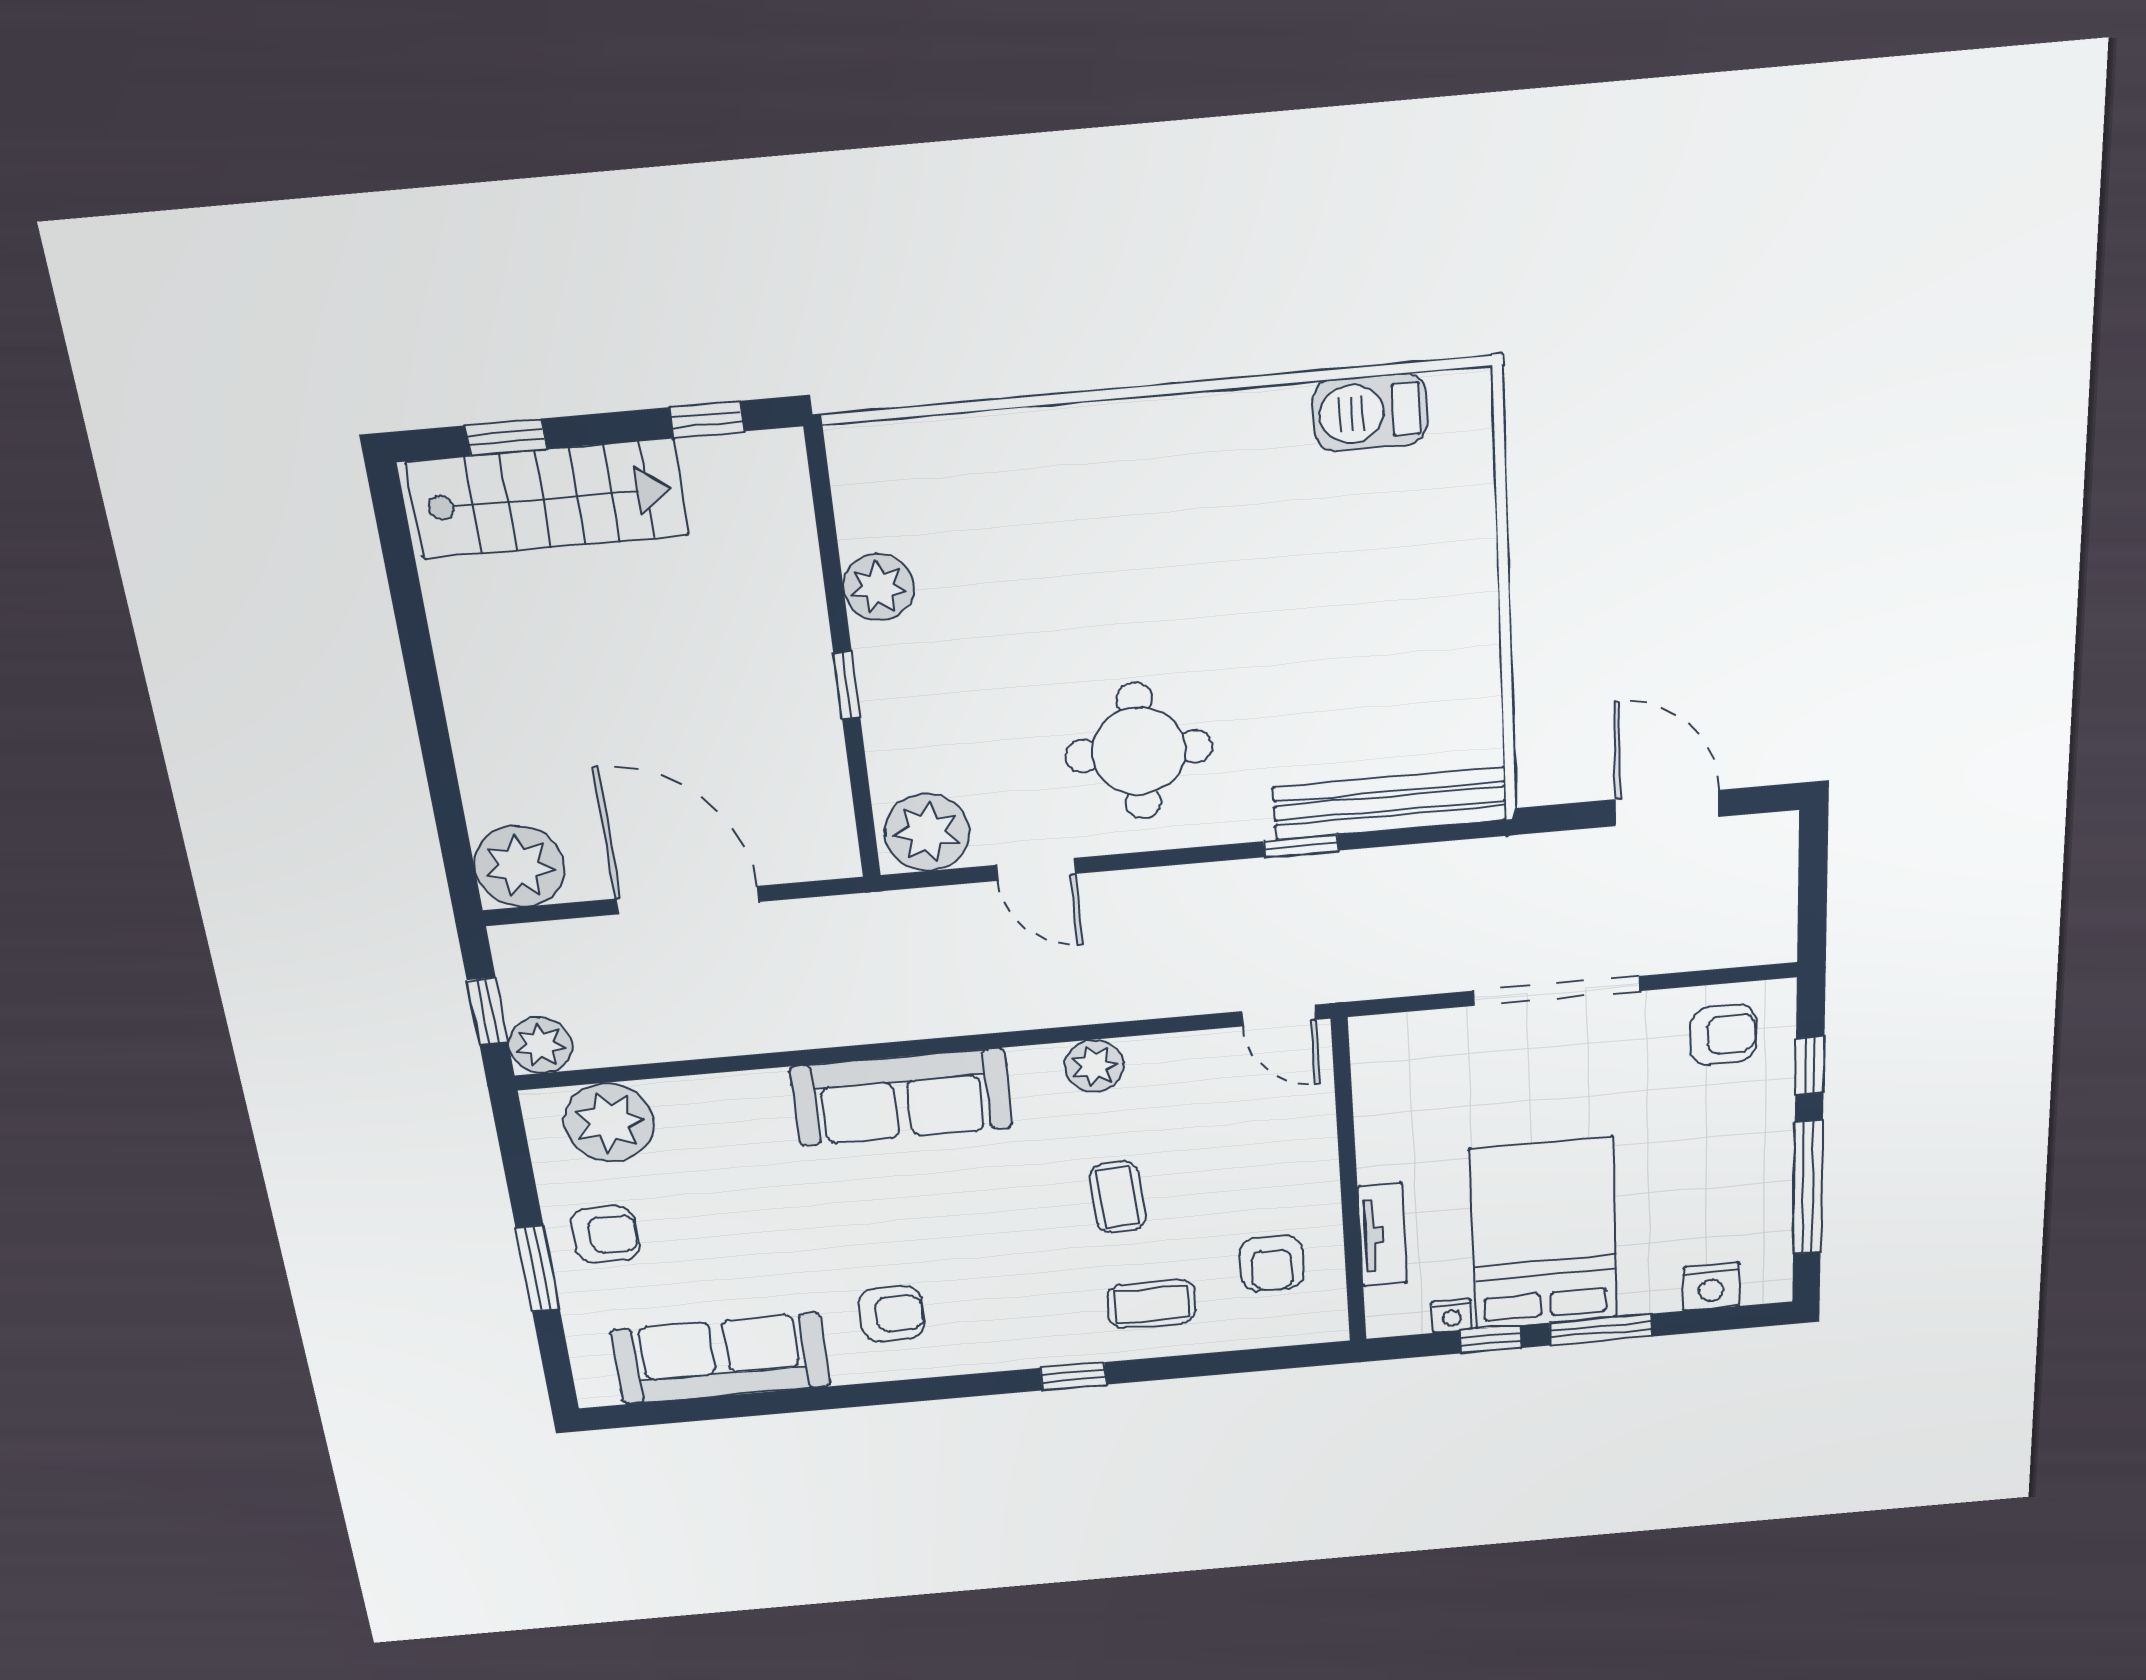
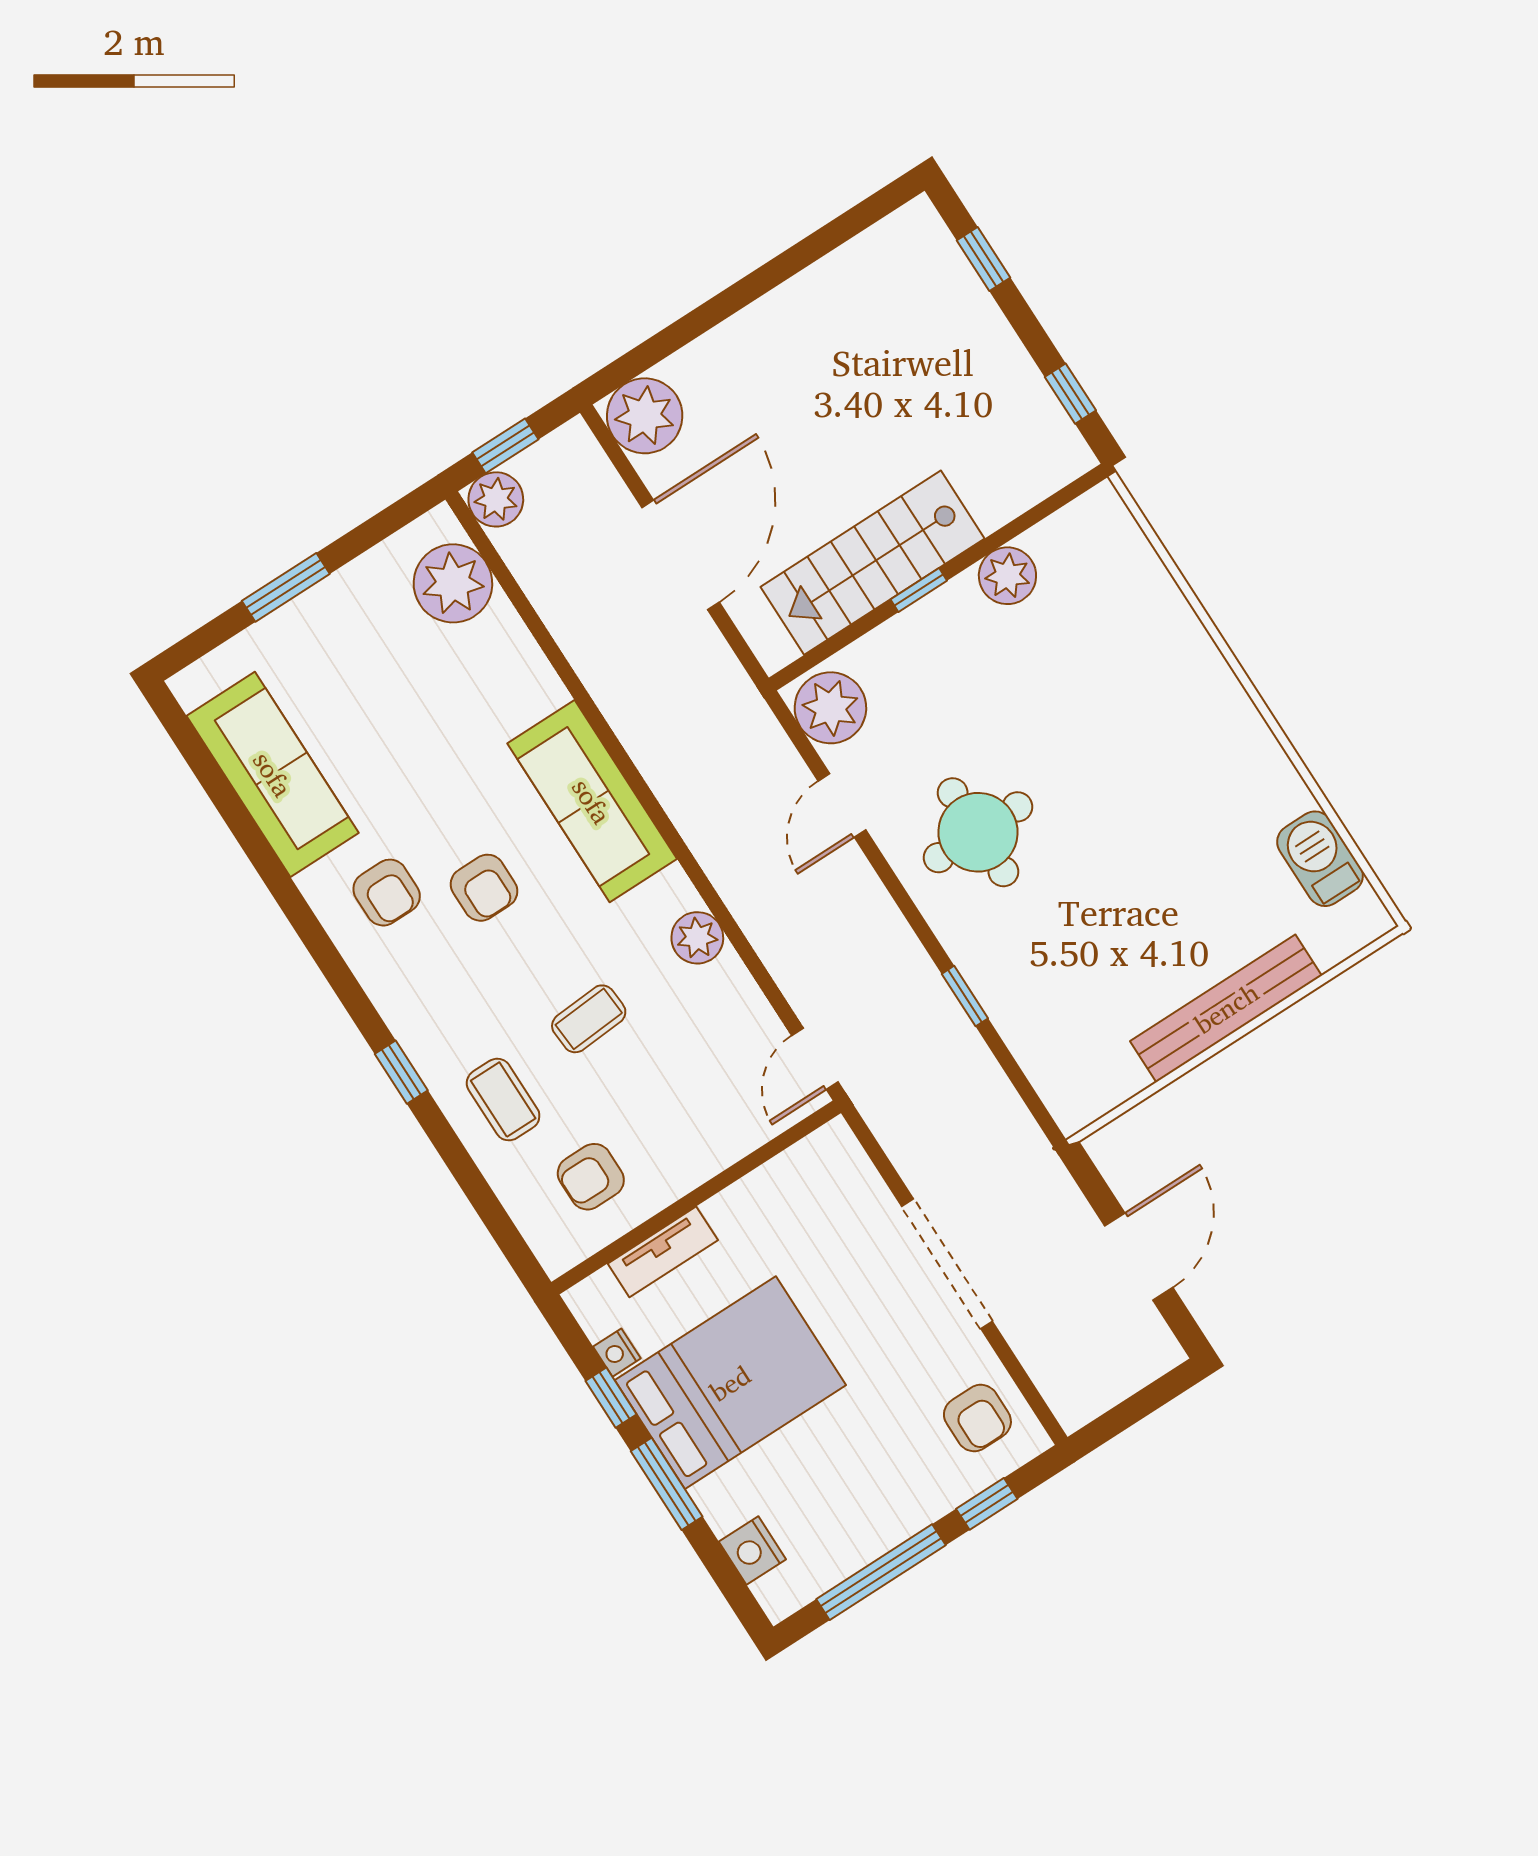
stairs: (548, 499) -> (873, 563), moved, turned 90
bench: (1390, 803) -> (1226, 1008), moved, turned 90
armchair: (605, 1235) -> (484, 888), moved

